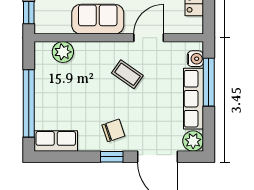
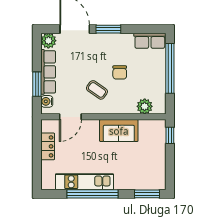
door: (149, 38) -> (70, 117), moved
window: (209, 82) -> (37, 84), width x0.69
chair: (113, 130) -> (120, 72), moved, turned -71
window: (112, 157) -> (108, 29), width x1.50

